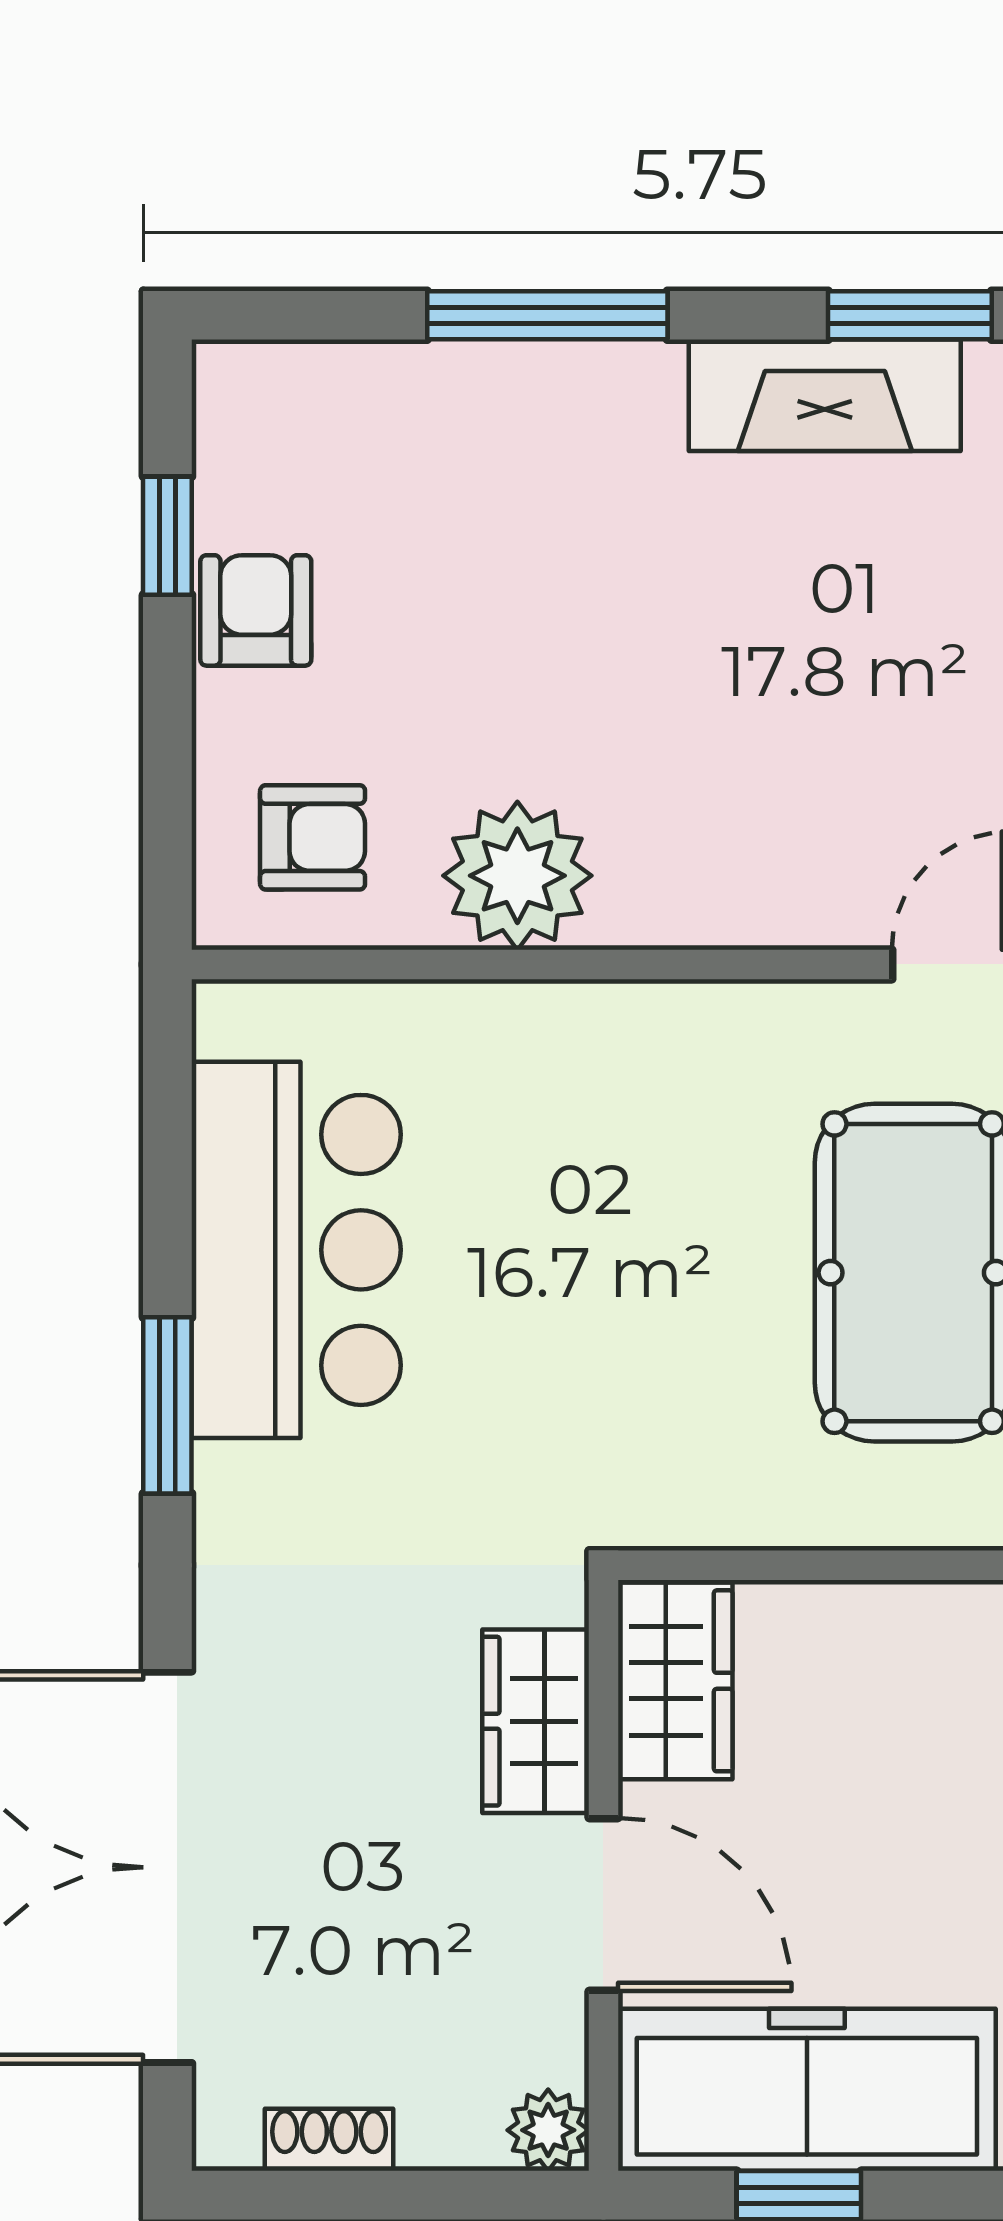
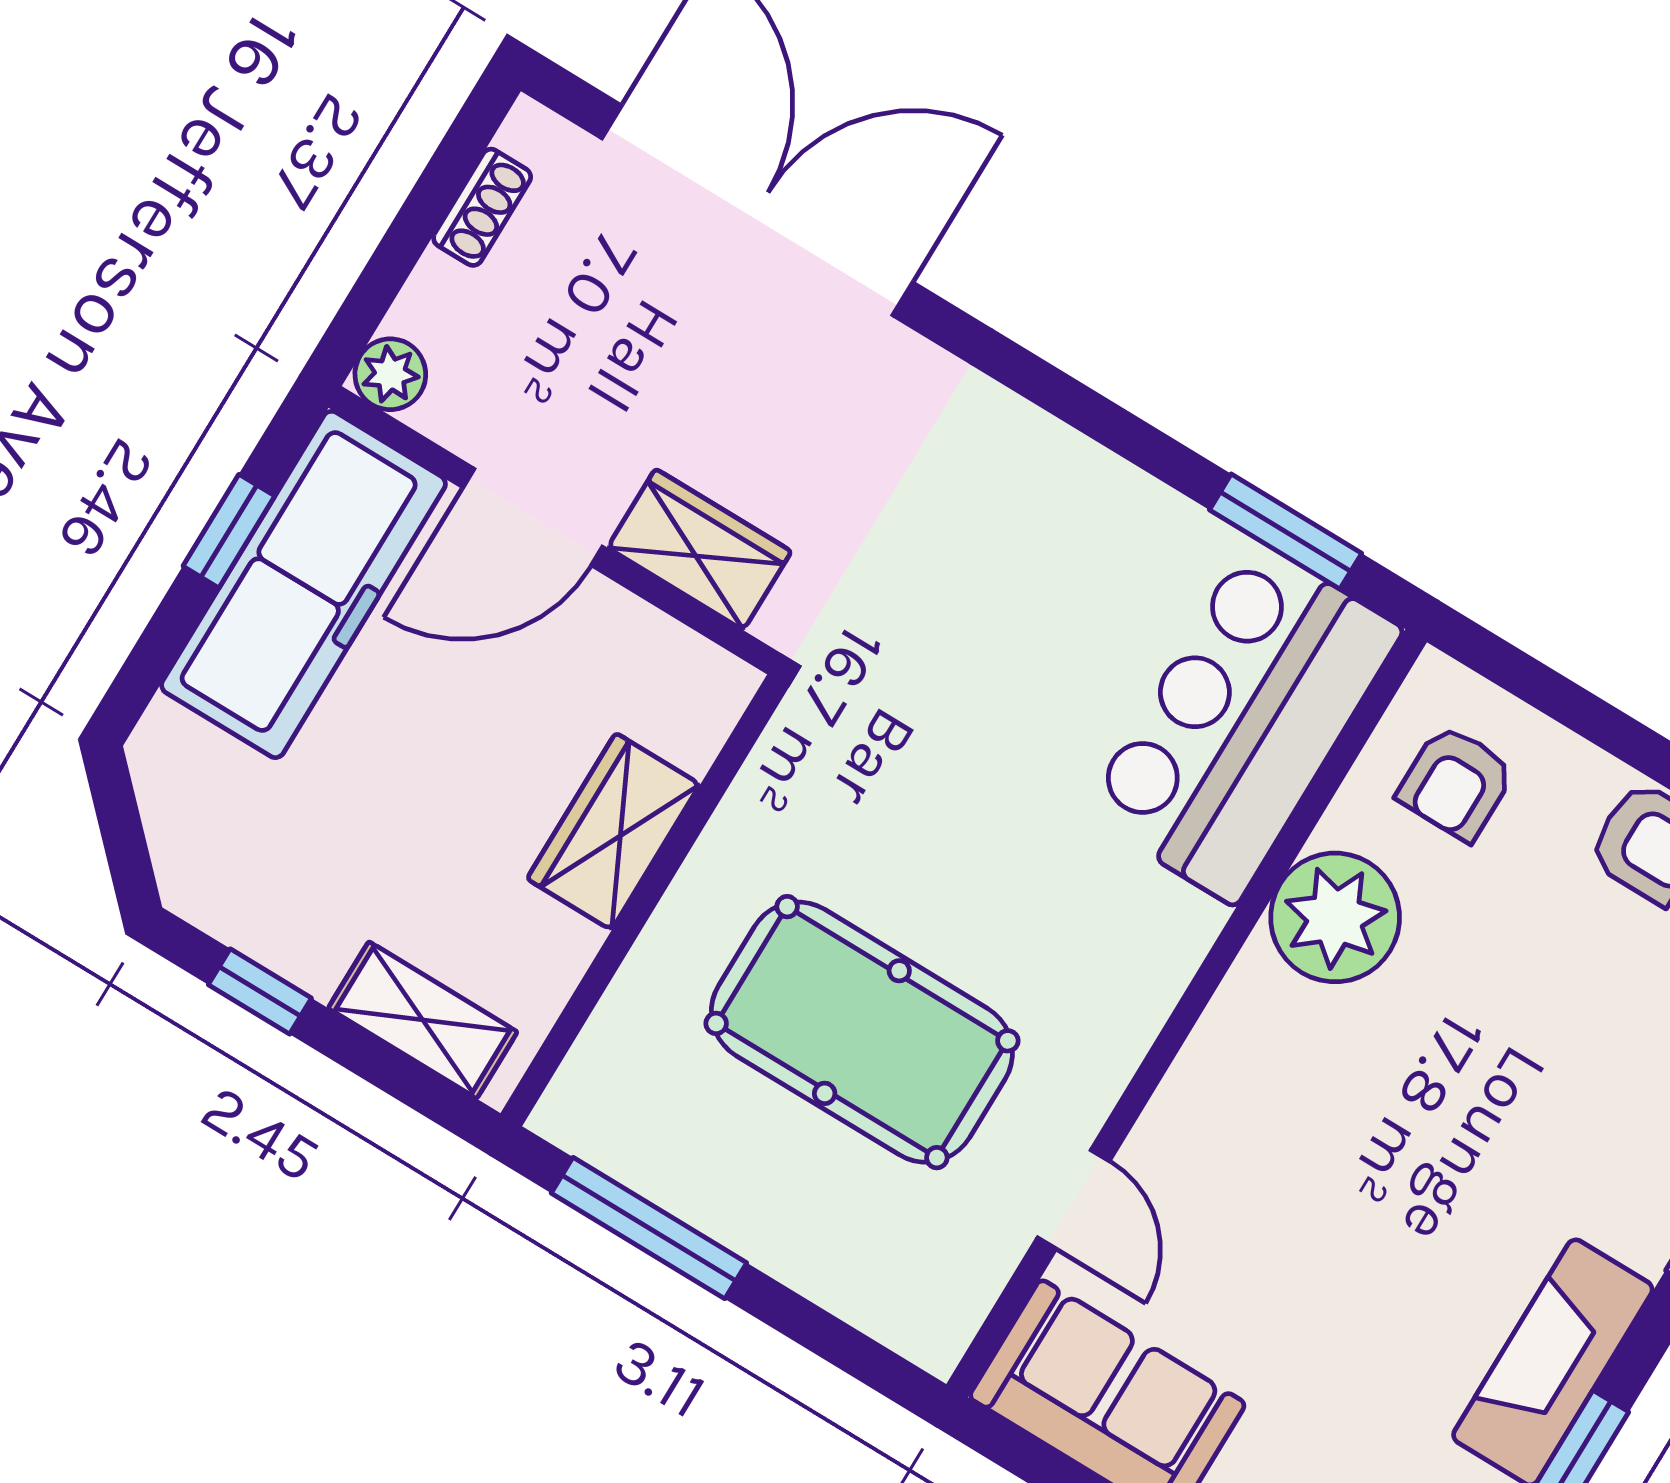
bar counter: (296, 1250) -> (1243, 722), moved, turned 90
window: (167, 1405) -> (1286, 532), moved
wardrobe: (675, 1681) -> (614, 832), moved, turned 90

